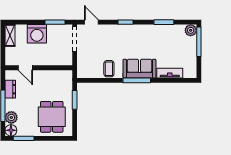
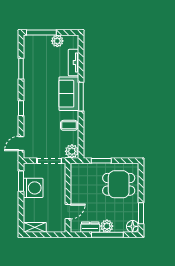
plant: (191, 30) -> (57, 41), moved
washing machine: (37, 34) -> (33, 188), moved
doorway: (75, 39) -> (49, 161), moved
plant: (84, 71) -> (72, 151), added
plant: (11, 117) -> (107, 226), moved

